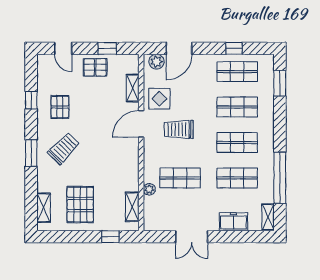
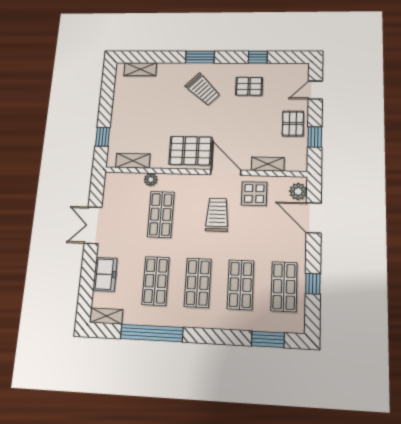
pallet: (80, 205) -> (191, 151), moved

